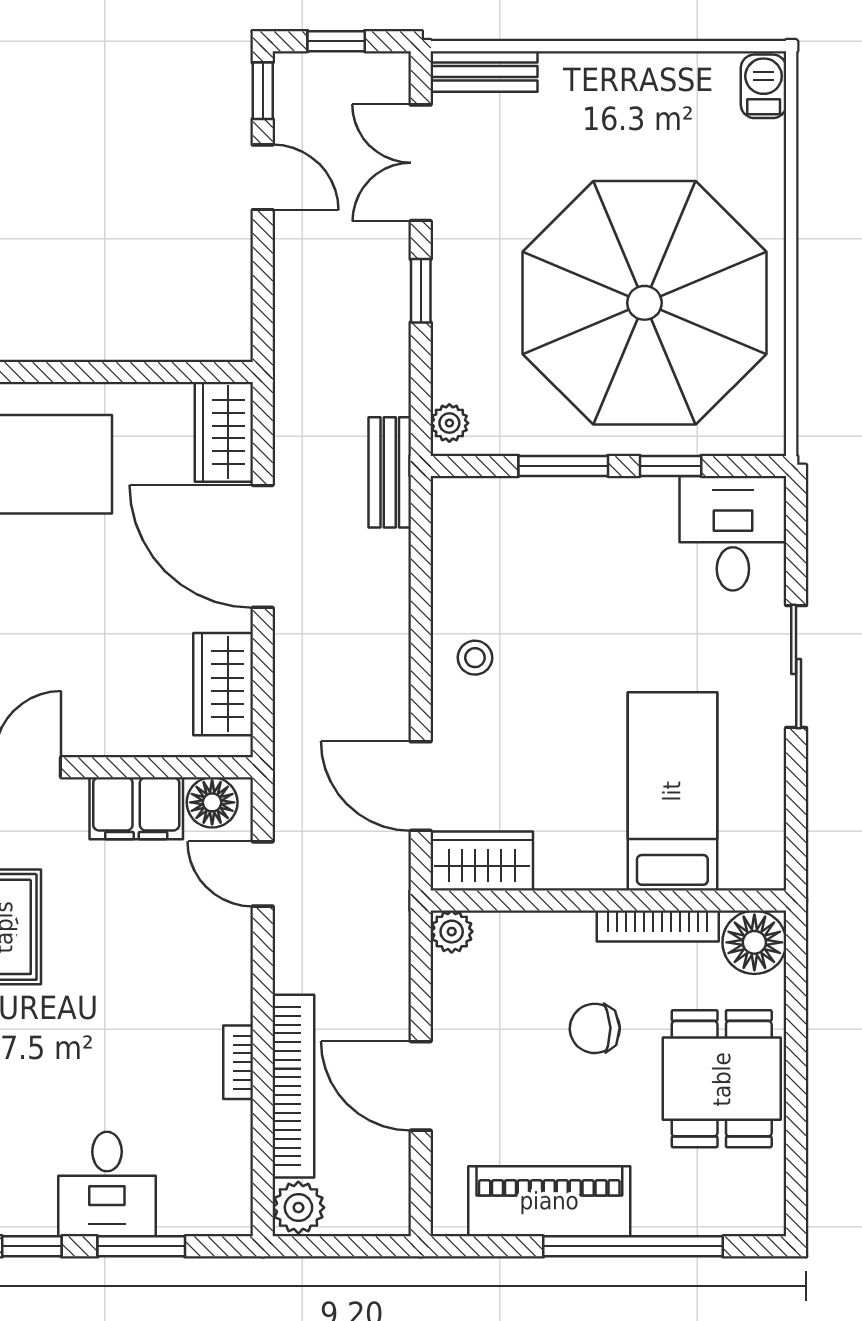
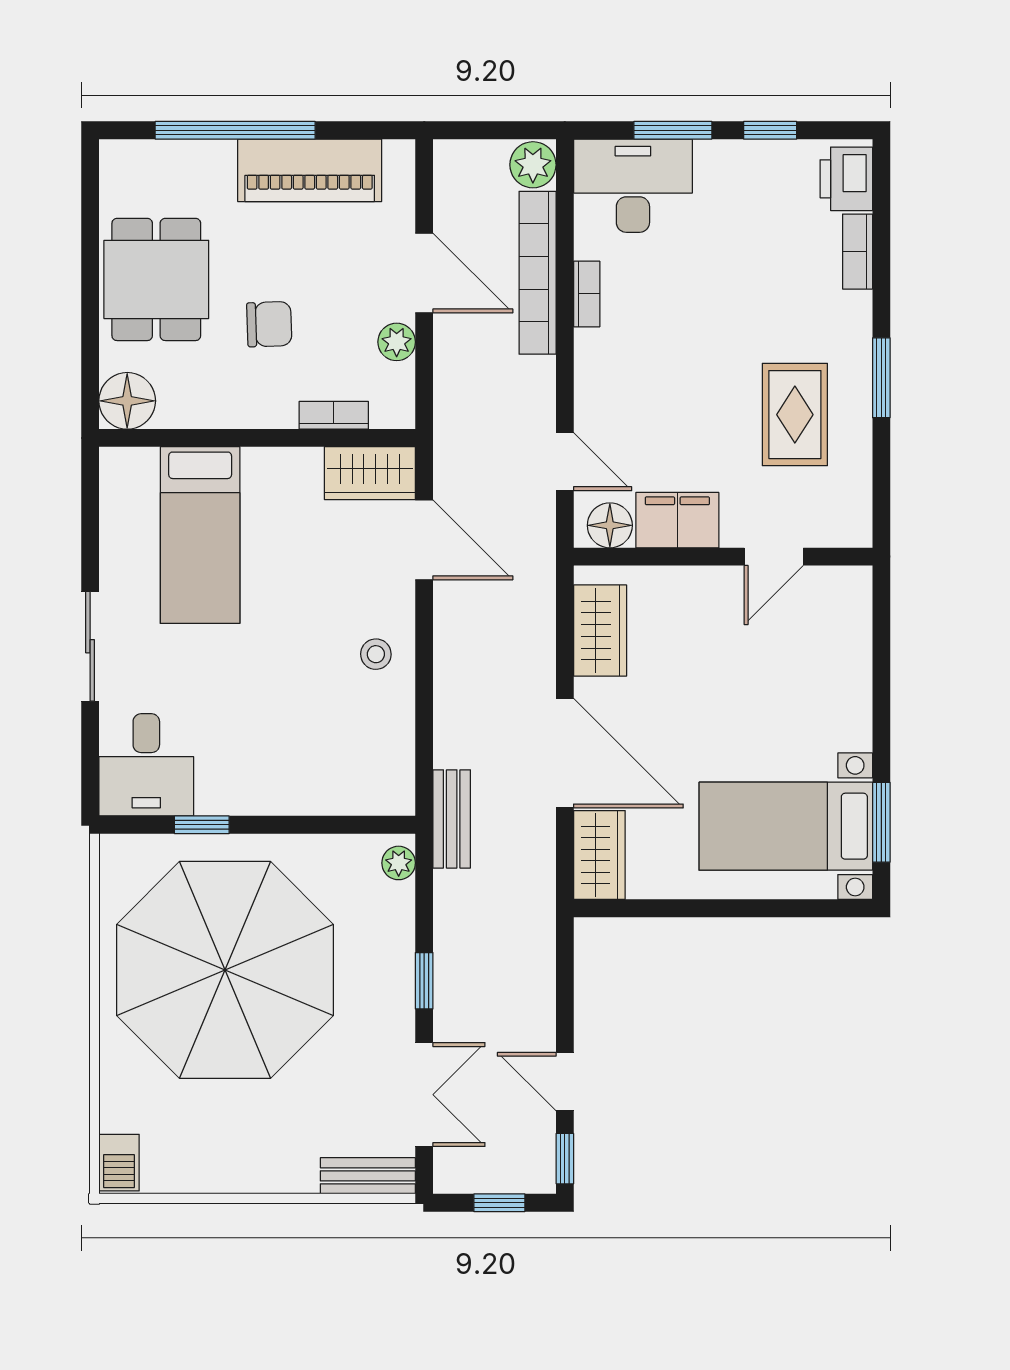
window: (563, 466) -> (297, 825), removed
bookcase: (658, 926) -> (334, 415), moved, width x0.64
plant: (452, 932) -> (397, 342), moved
desk: (107, 1184) -> (633, 186), moved, width x1.37

